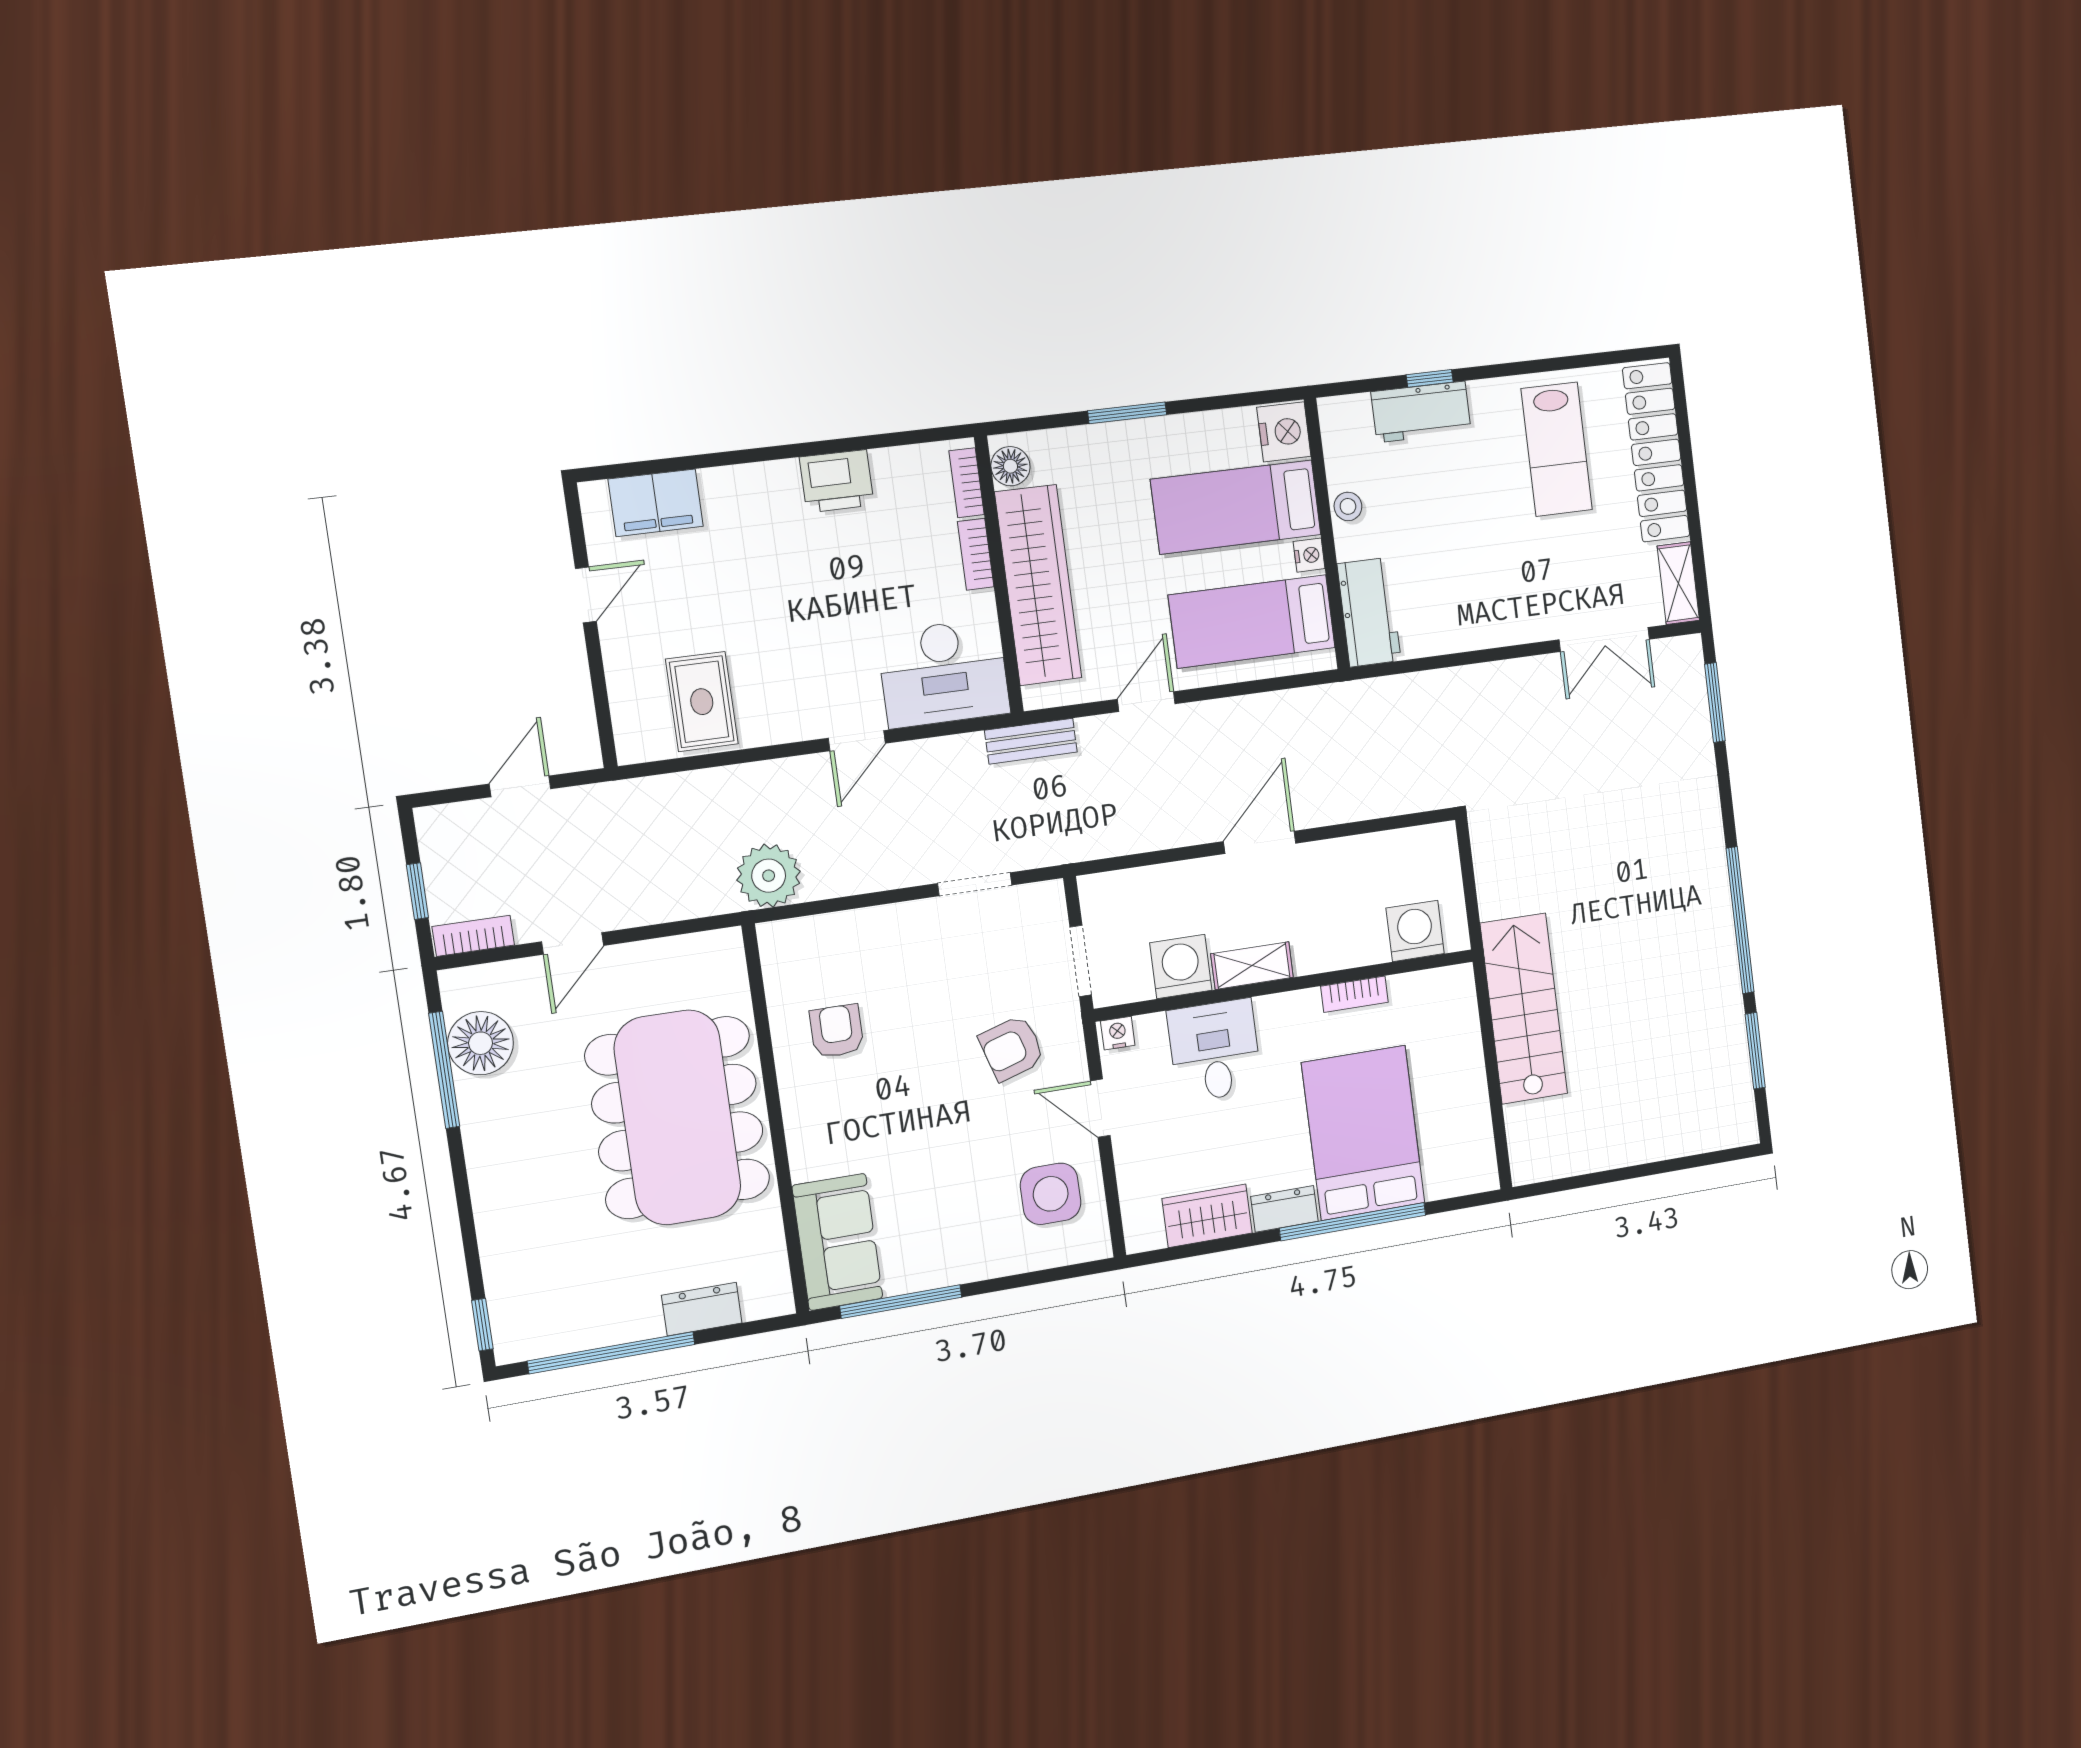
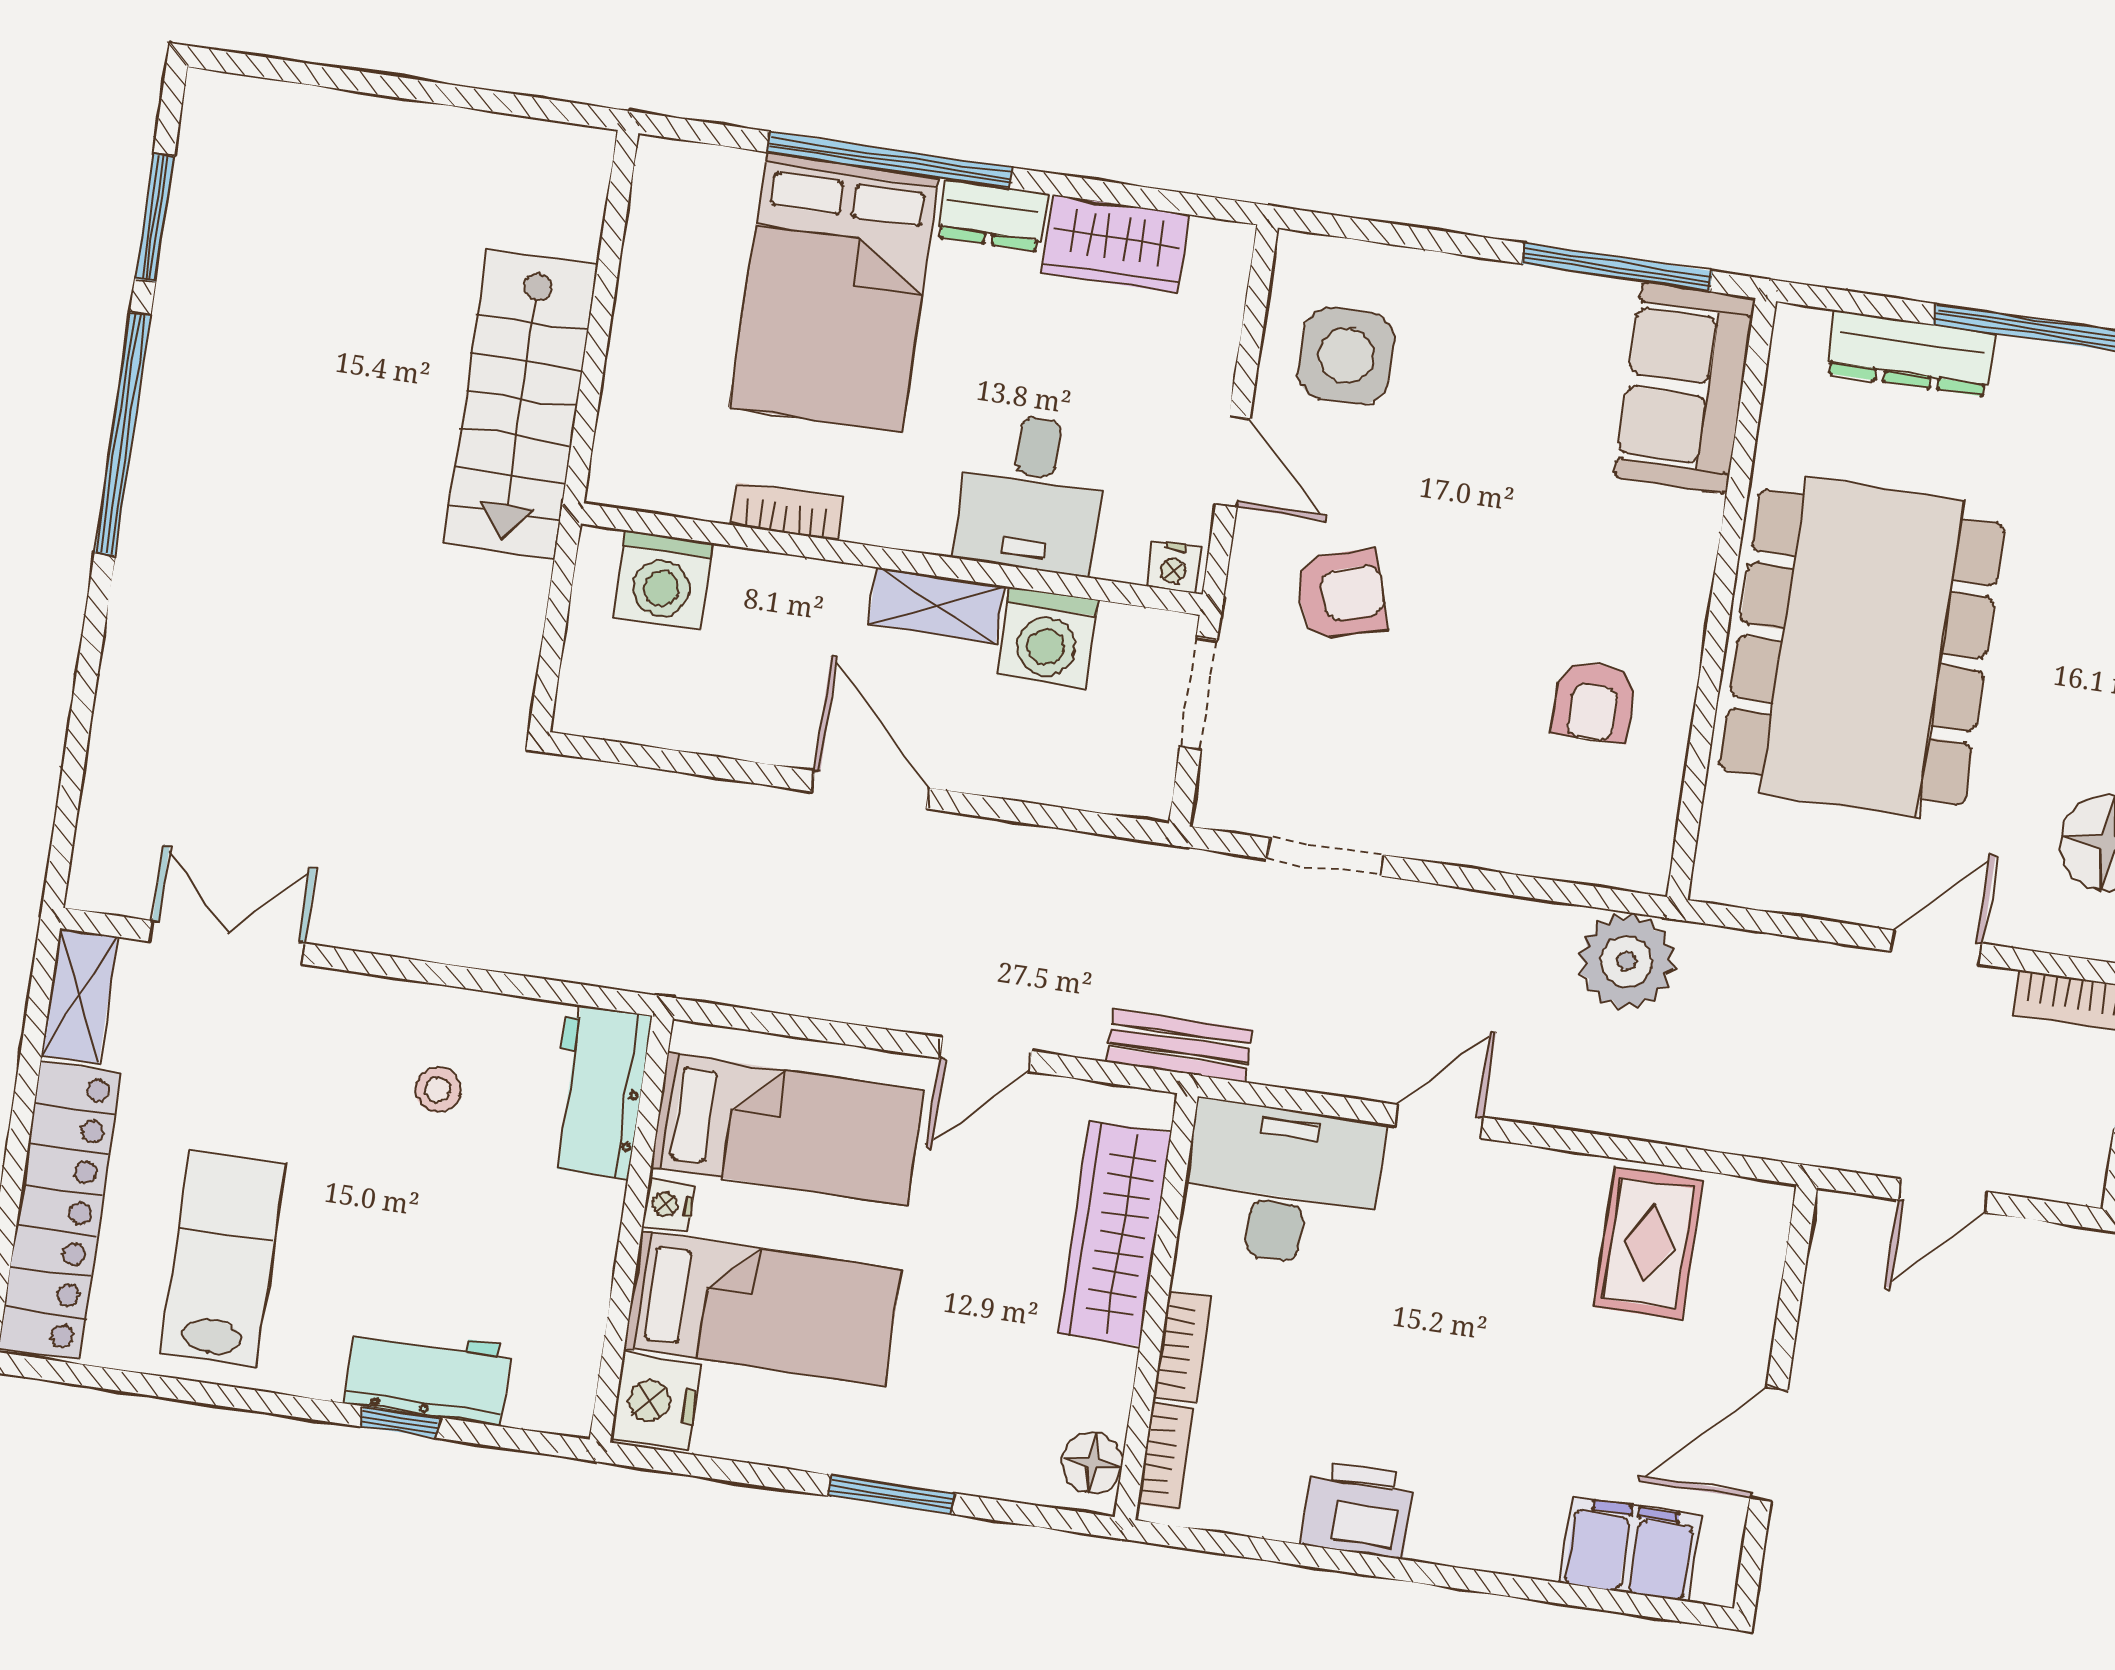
stool: (1348, 506) -> (438, 1090), moved
wardrobe: (1038, 585) -> (1115, 1233), width x0.71, depth x0.85
door: (586, 595) -> (1769, 1444), width x1.38
window: (1715, 703) -> (70, 791), removed
door: (1260, 842) -> (870, 790), swing flipped
dresser: (702, 1309) -> (1911, 353), width x1.44

